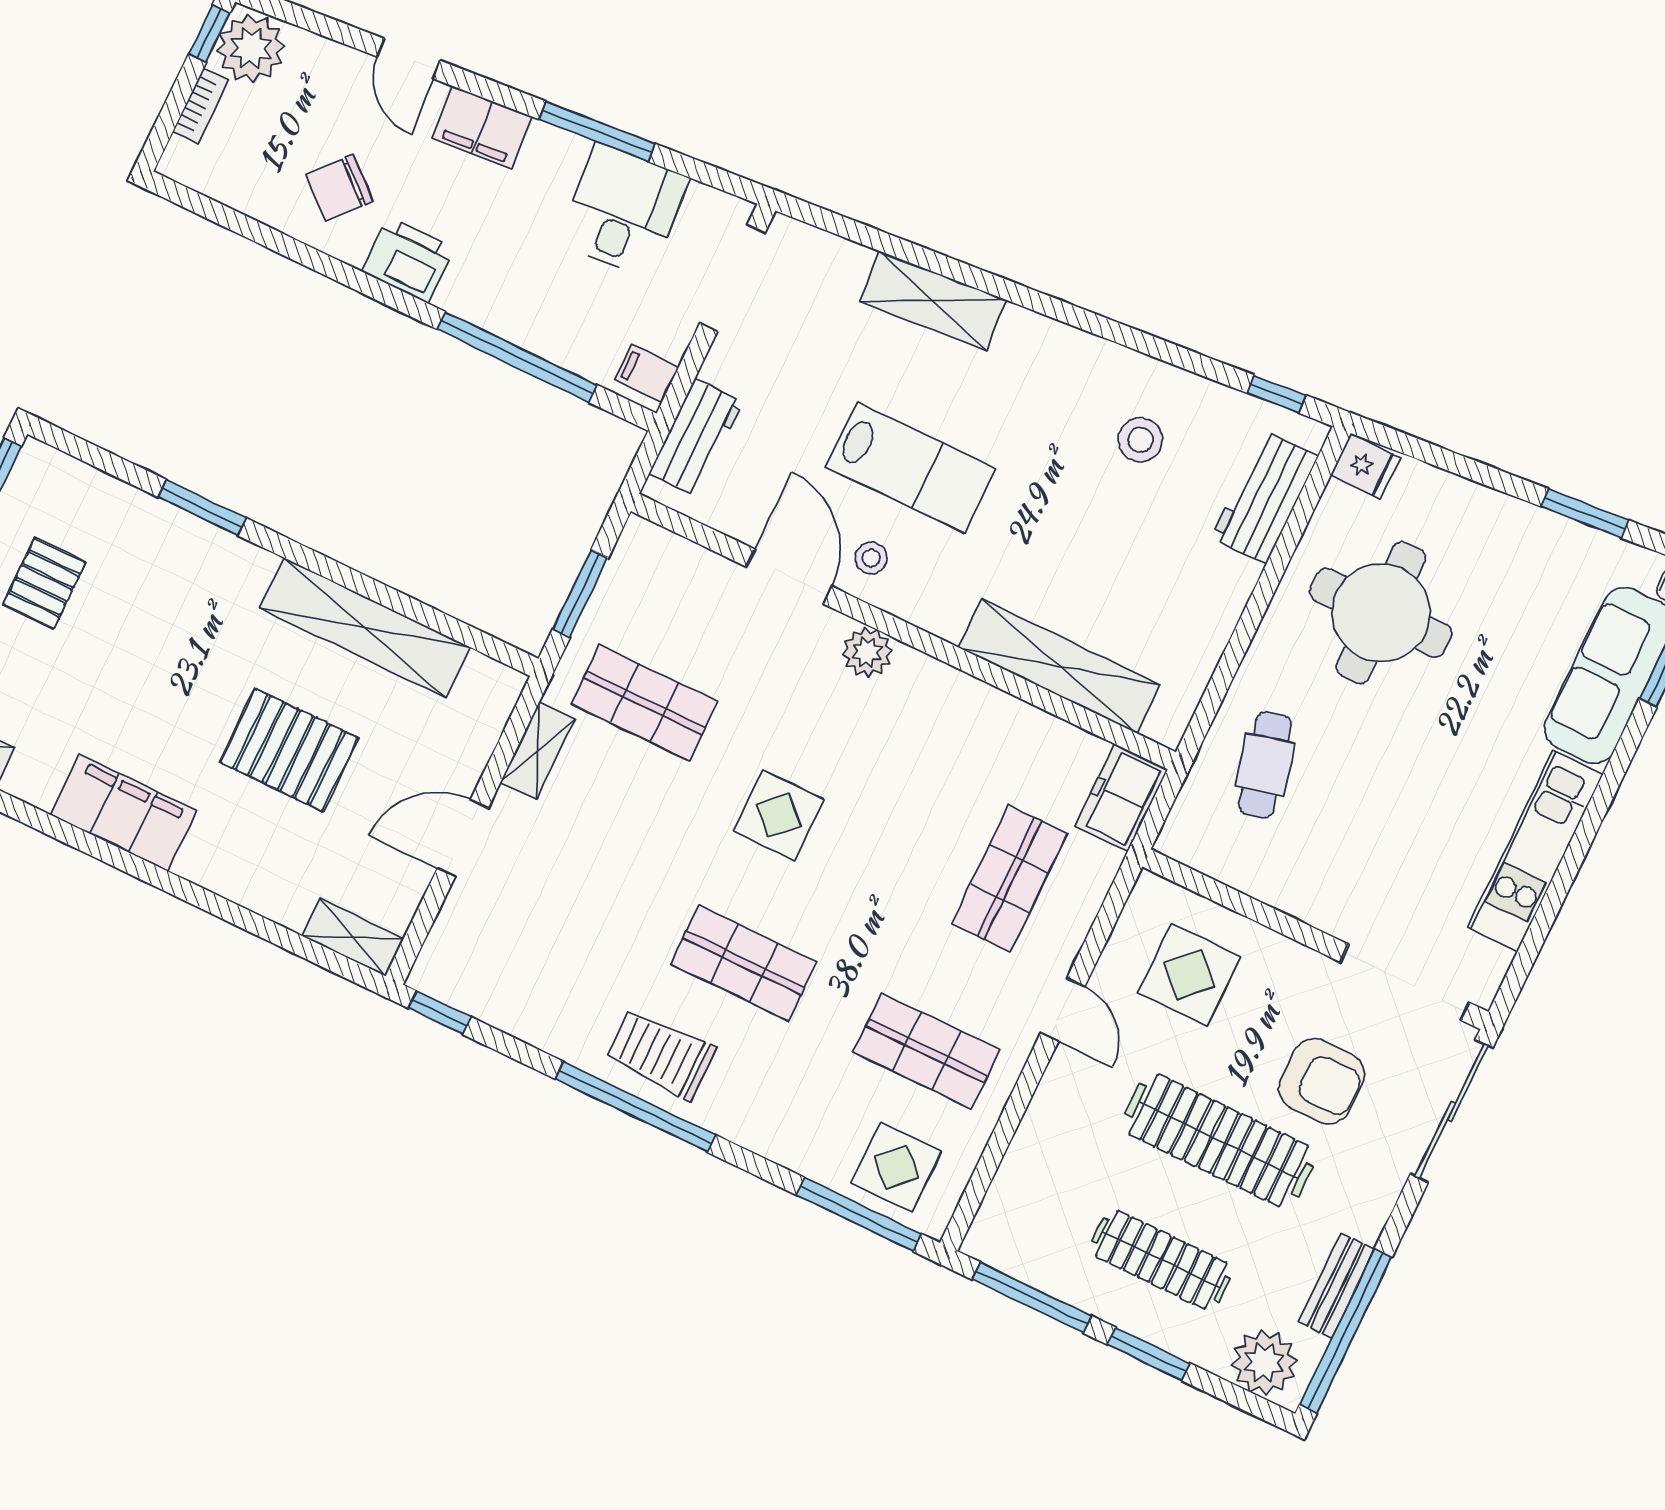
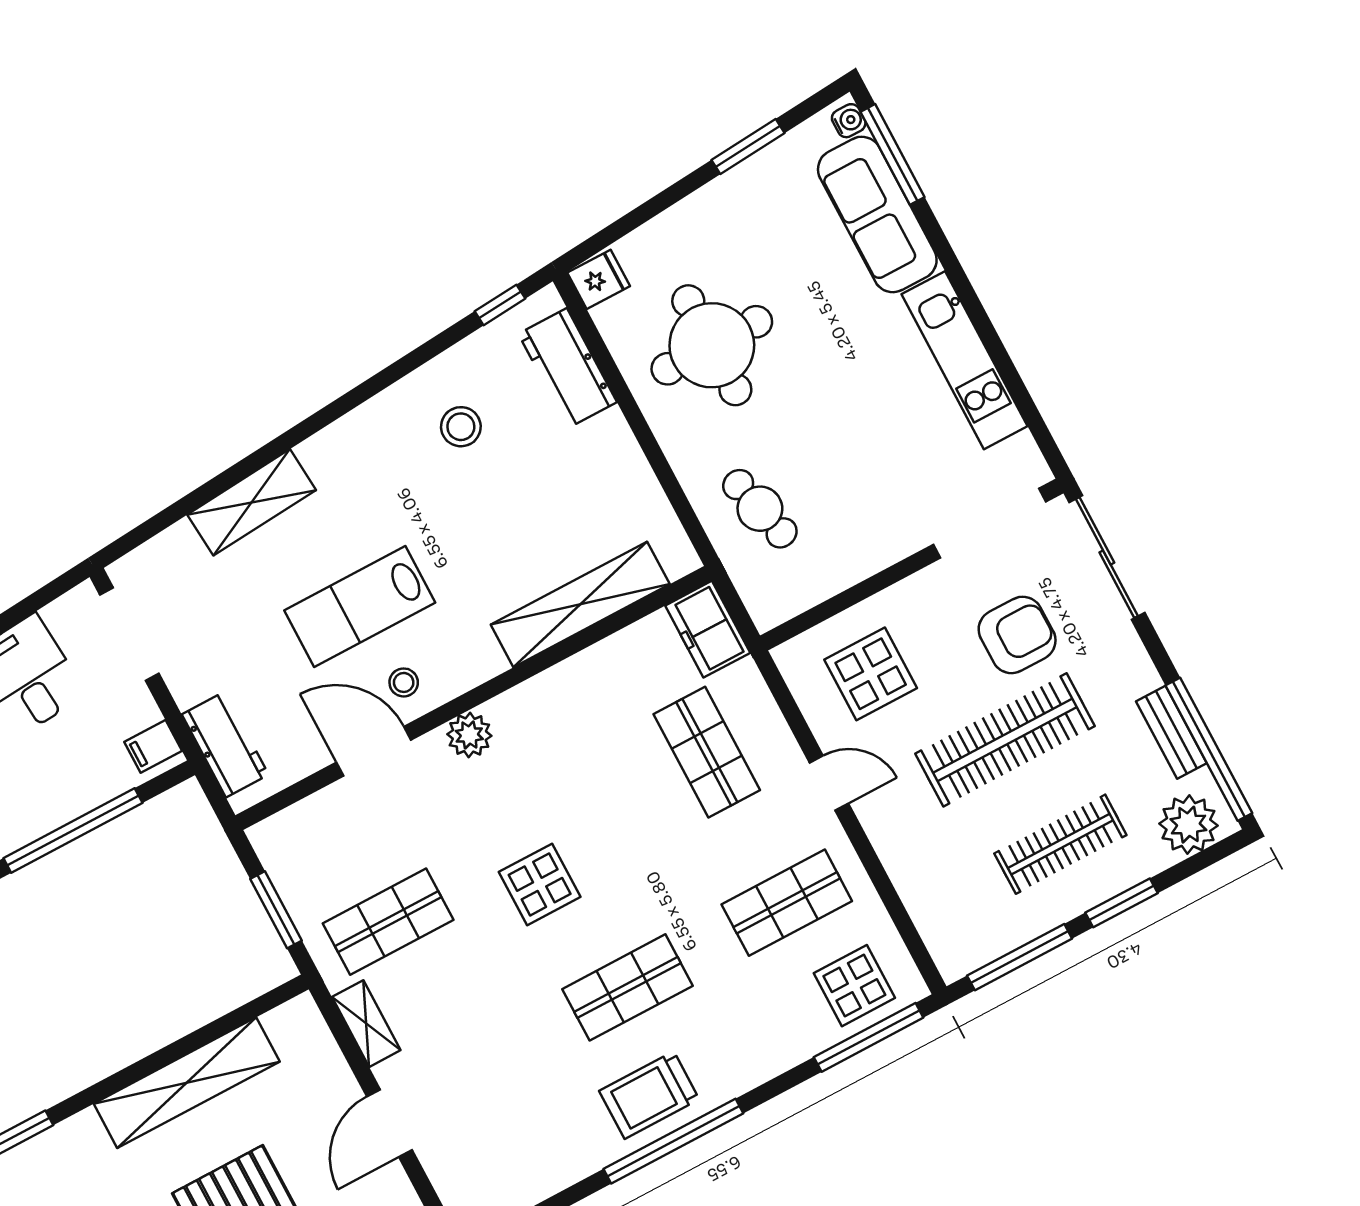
lab bench: (911, 468) -> (360, 606), turned 180

